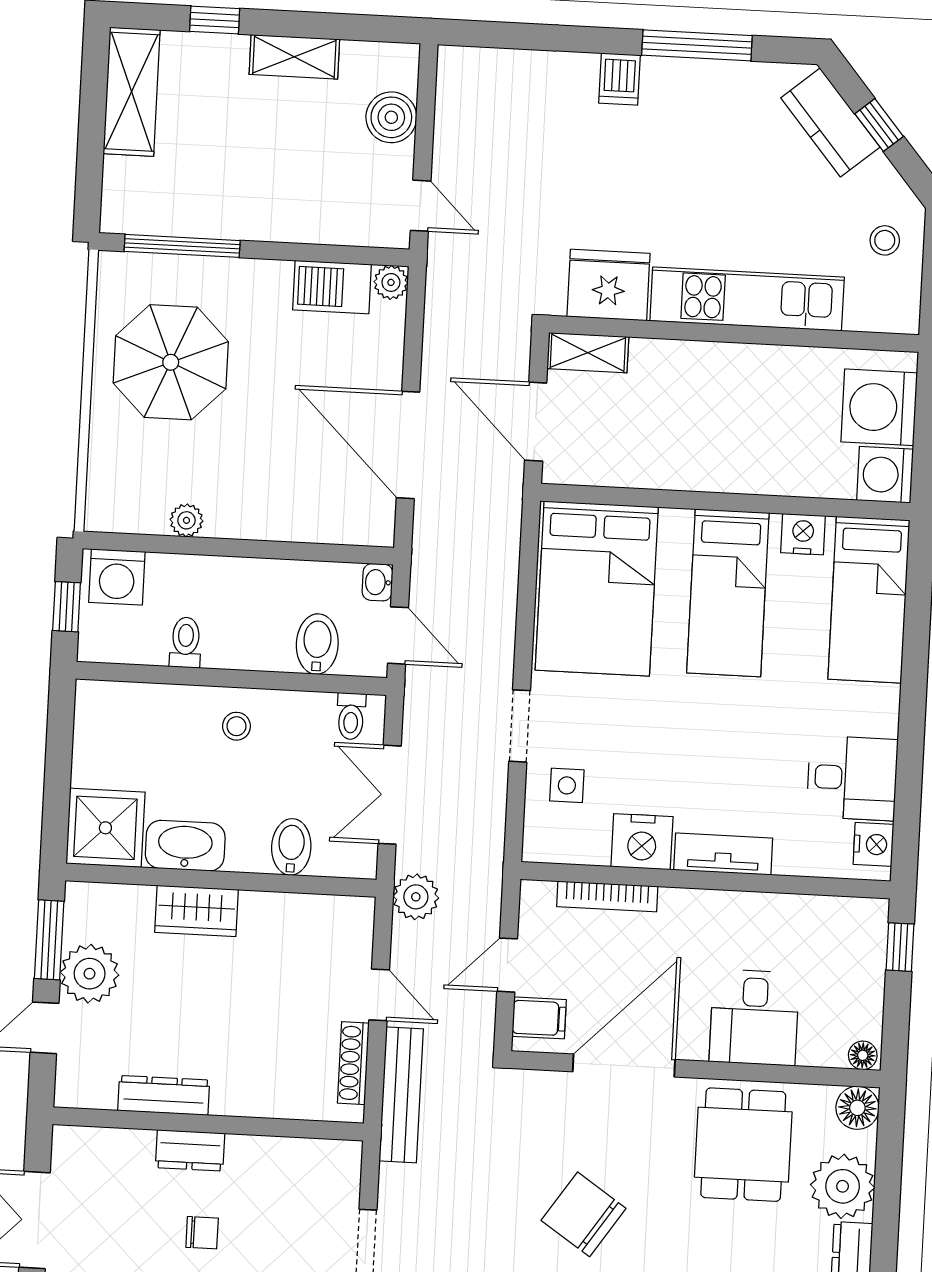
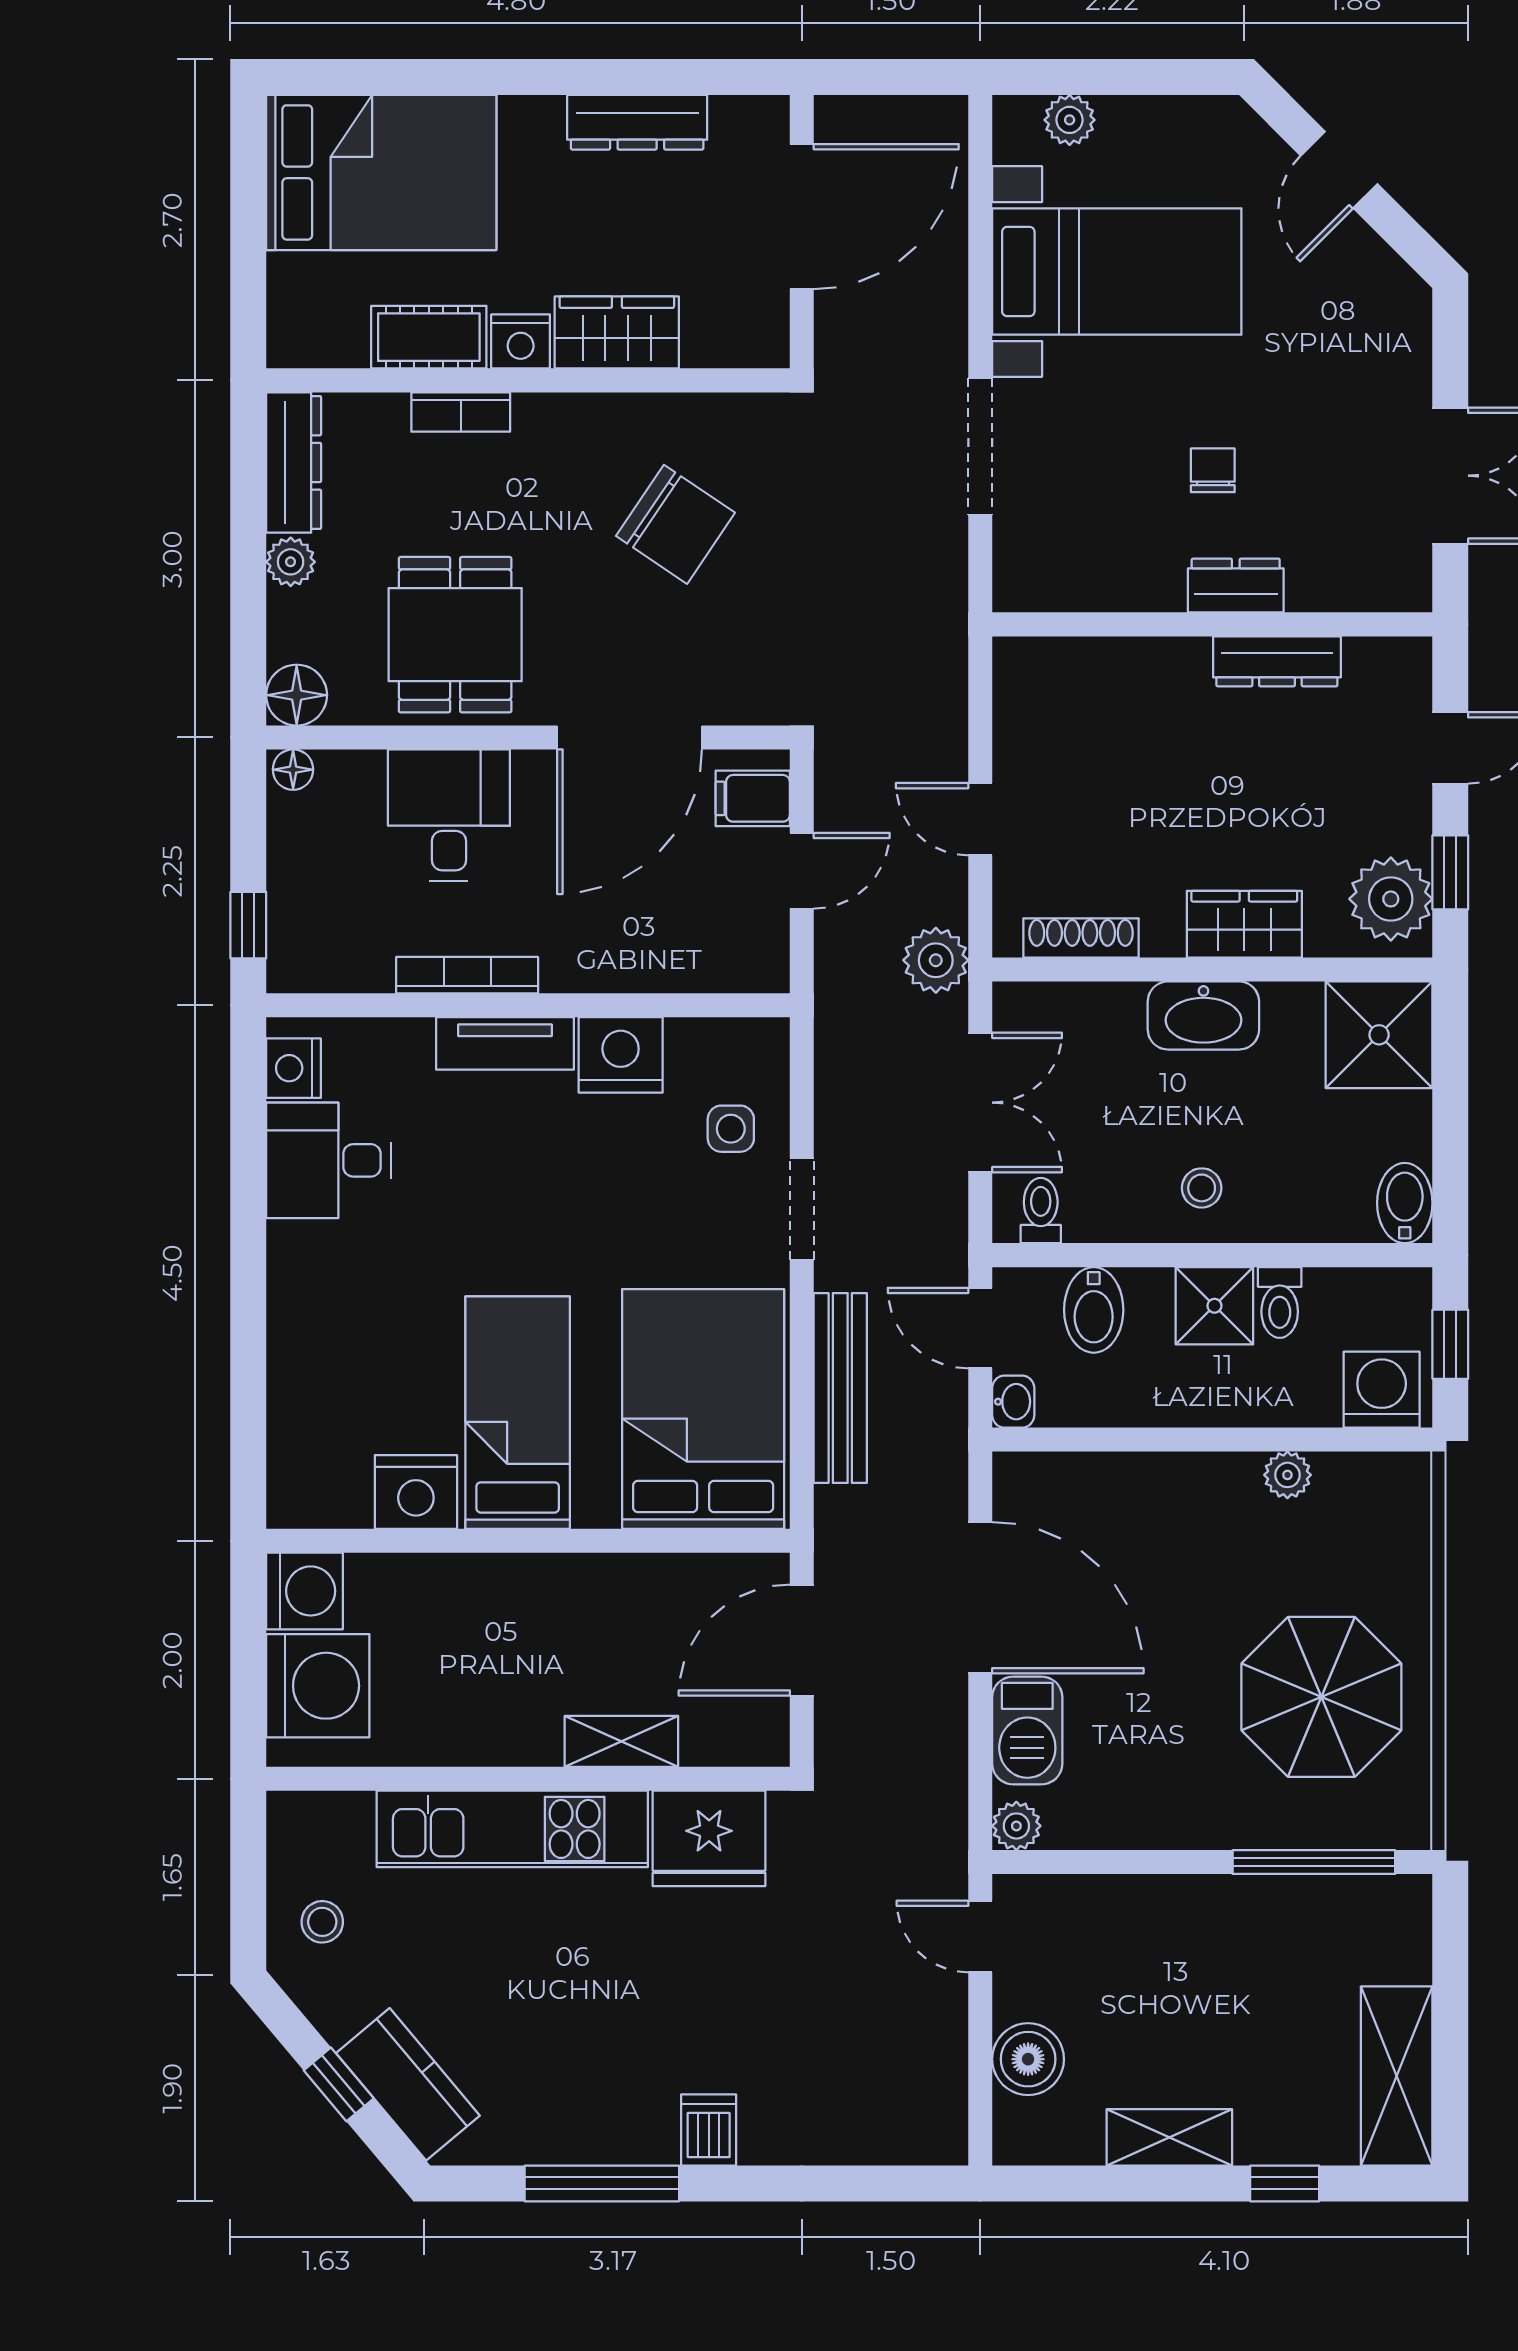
barbecue: (332, 287) -> (1027, 1730), moved, turned 90
shelving: (588, 353) -> (621, 1741), moved
door: (536, 422) -> (802, 1640), swing flipped
nightstand: (803, 534) -> (416, 1492), width x1.36, depth x1.33
bed: (869, 600) -> (318, 1413), removed
shower: (232, 643) -> (1214, 1306), added
washbasin: (185, 846) -> (1203, 1015), moved
bidet: (291, 847) -> (1405, 1203), moved, turned 180
bookcase: (607, 896) -> (467, 975), moved
window: (49, 940) -> (1450, 872), width x0.67
plant: (90, 974) -> (1391, 899), moved
shoe rack: (353, 1063) -> (1081, 938), moved, turned -90
bench: (401, 1095) -> (840, 1388), moved
plant: (843, 1186) -> (291, 562), width x0.53, depth x0.53
chair: (202, 1233) -> (1213, 470), turned 90

